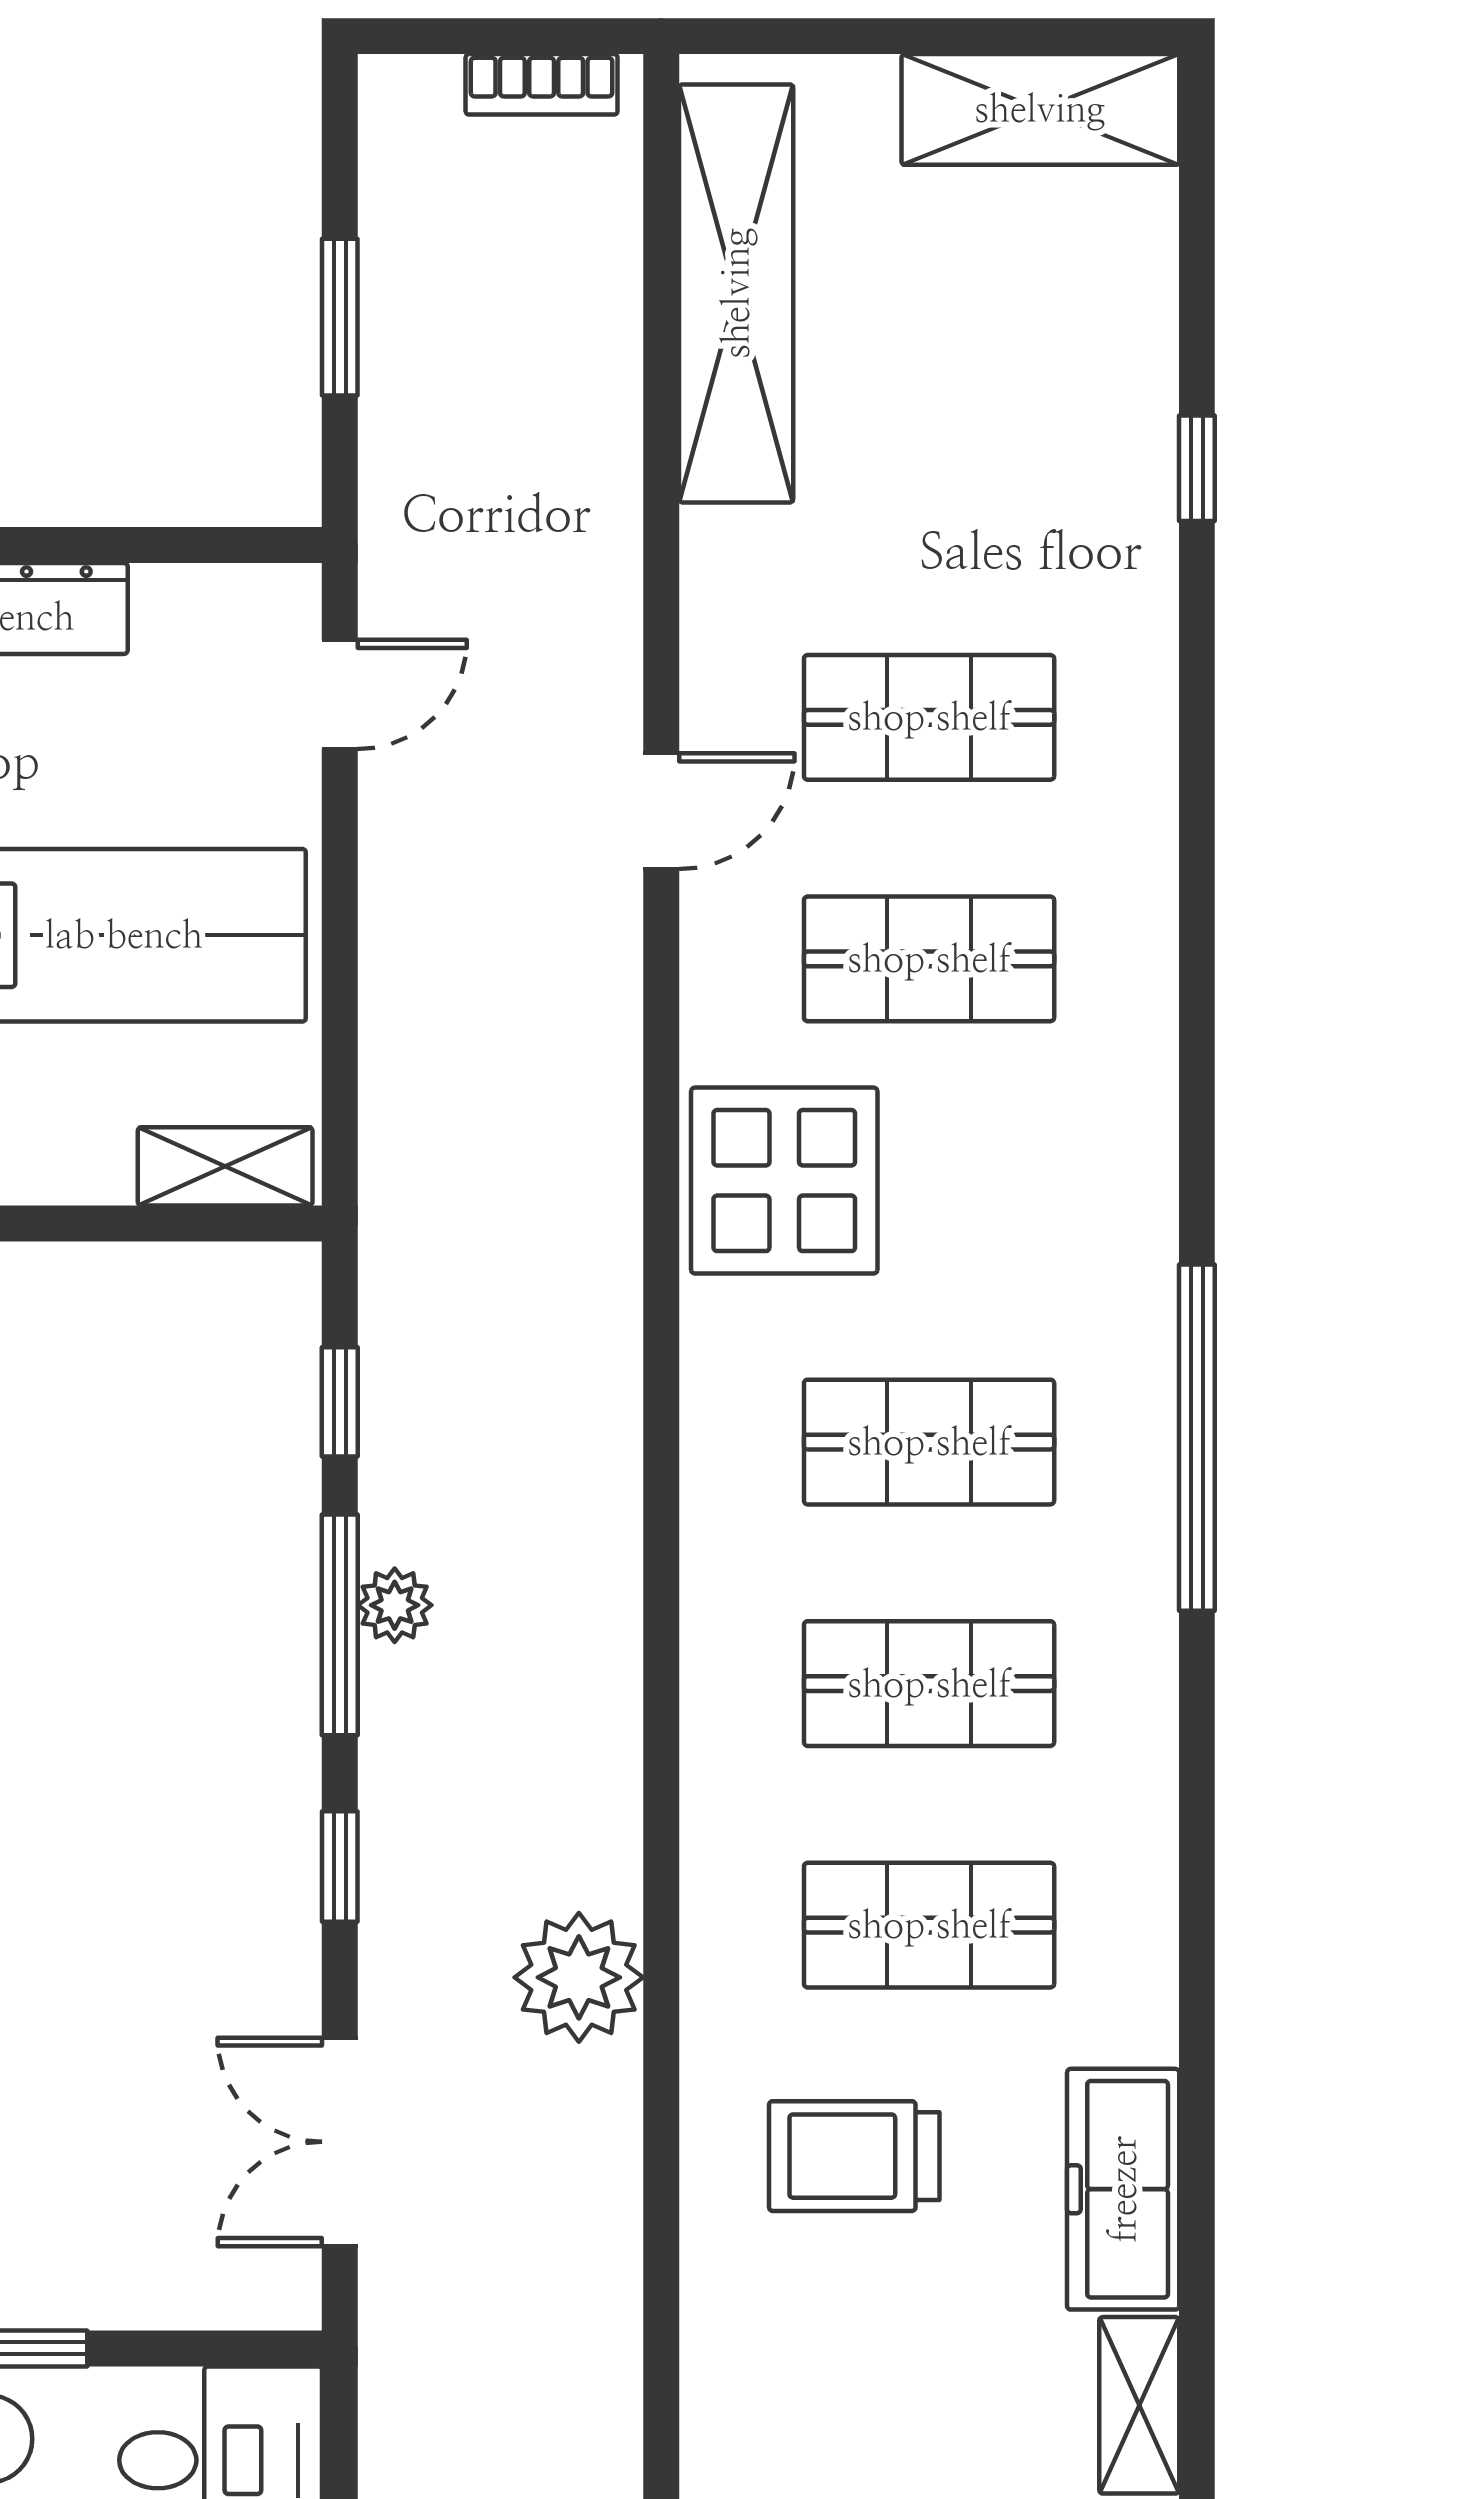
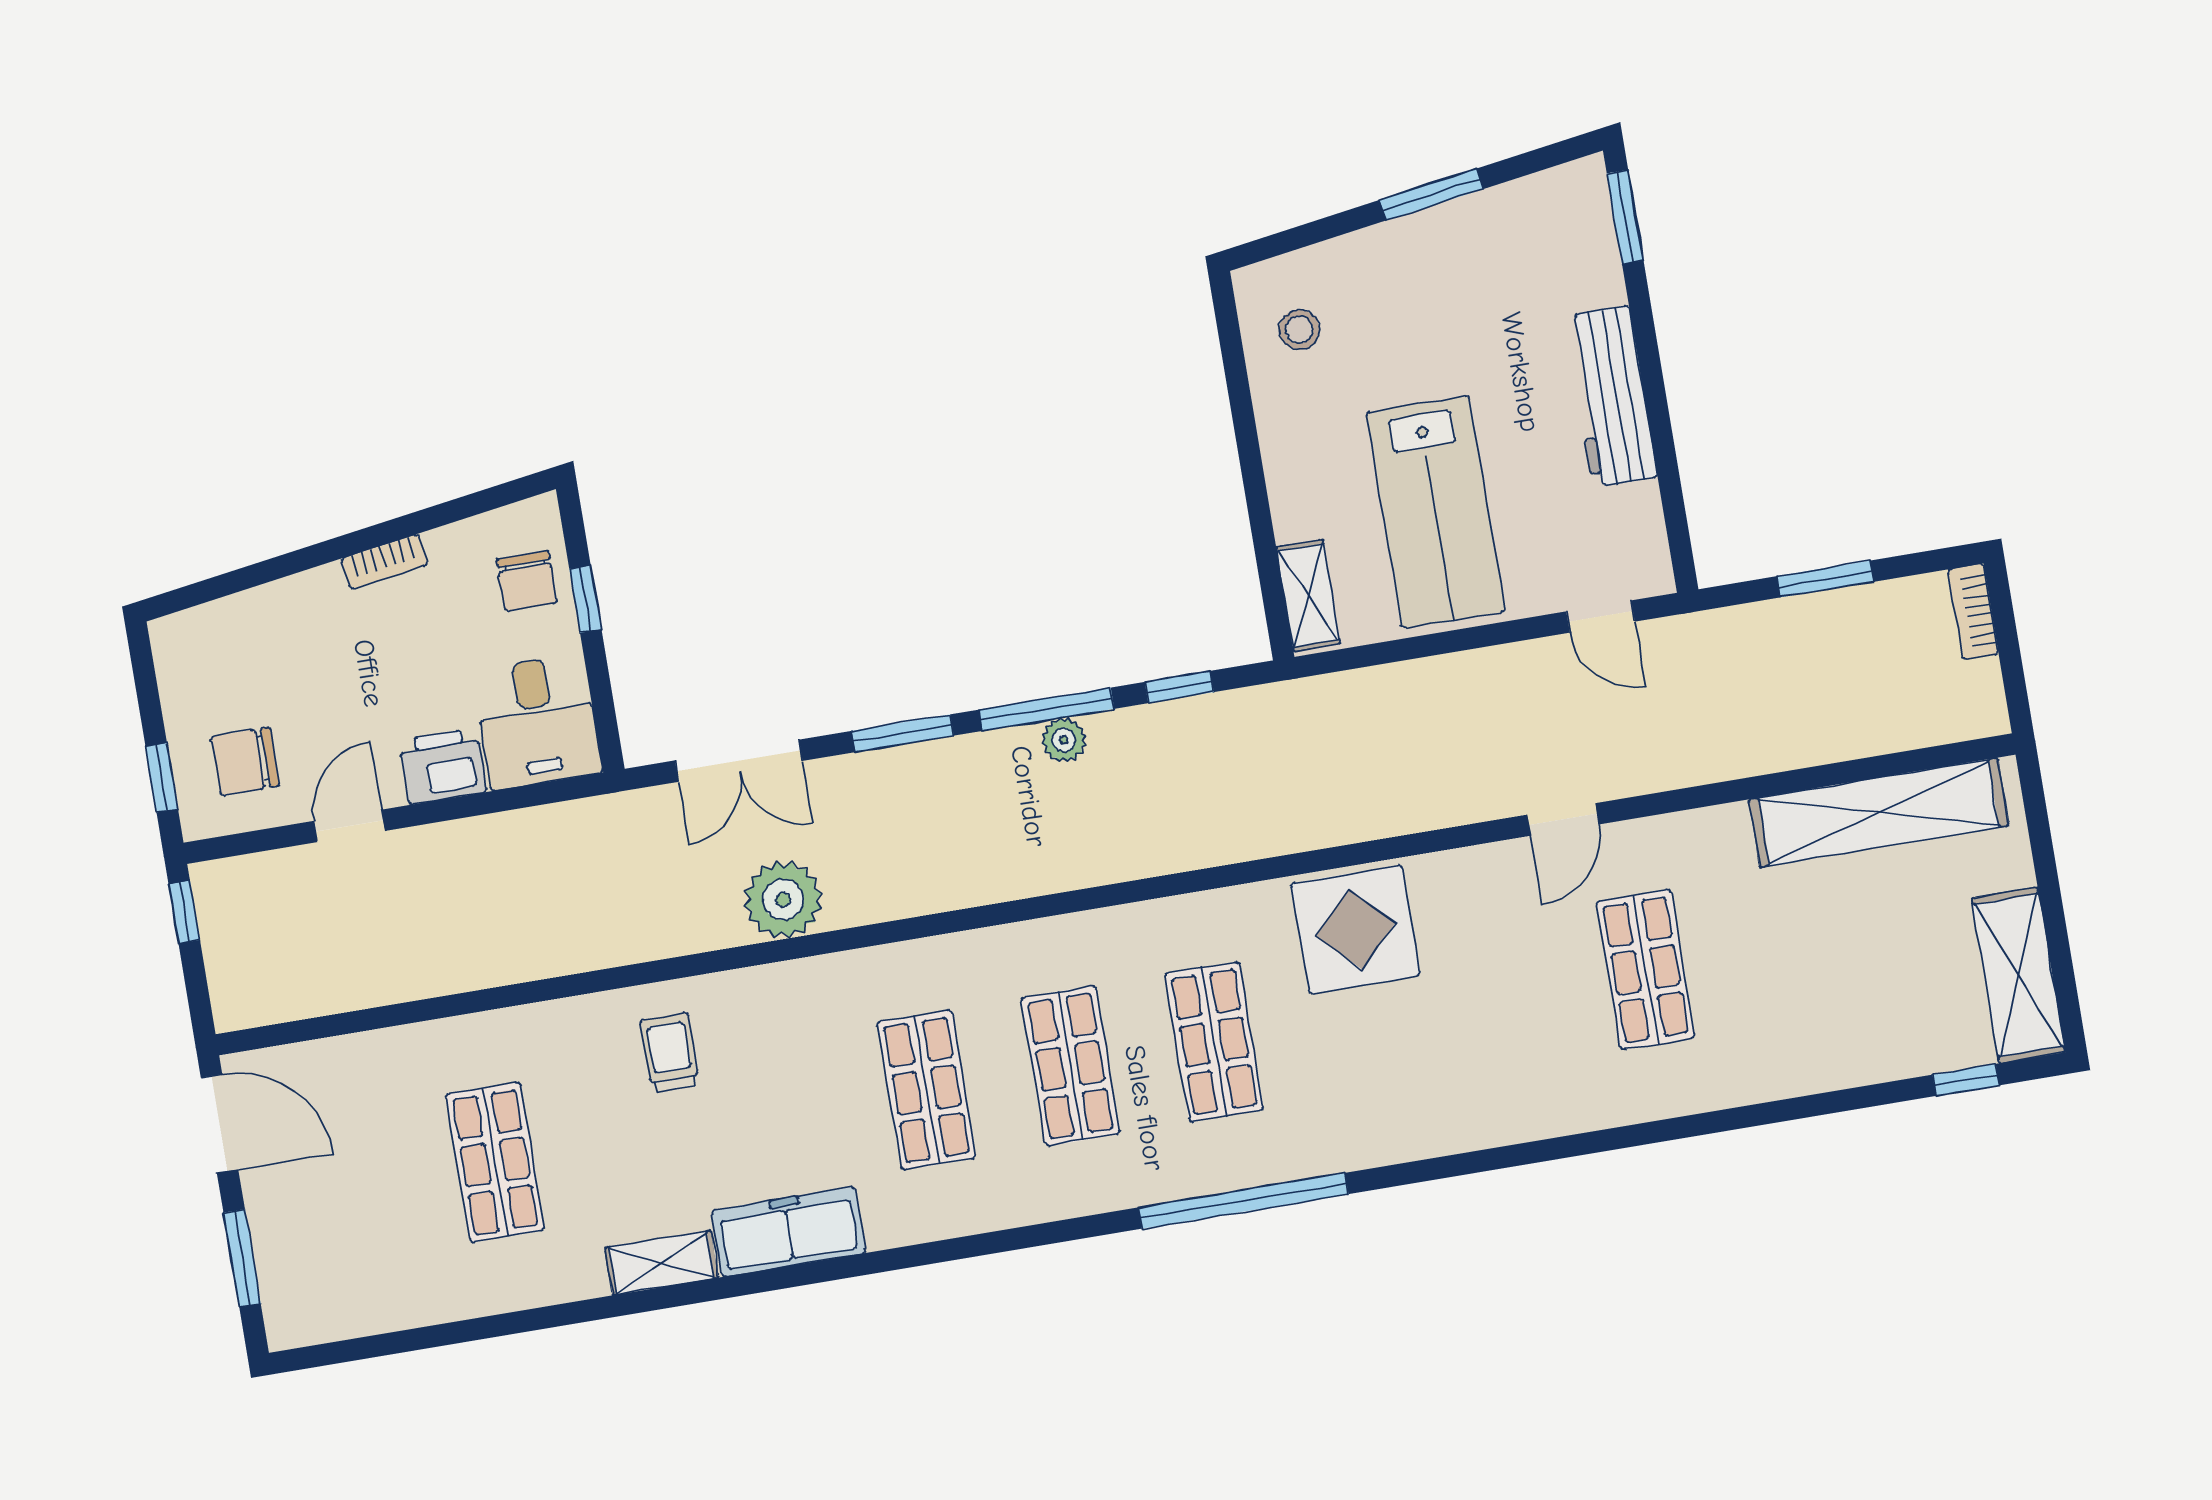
bookcase: (542, 84) -> (1973, 612), moved
window: (1197, 468) -> (1966, 1080), moved
door: (661, 811) -> (1563, 819), hinge flipped
shop shelf: (929, 959) -> (1502, 994), removed
window: (340, 1867) -> (903, 733), width x1.50
plant: (579, 1977) -> (783, 900), moved
double door: (340, 2142) -> (739, 761), swing flipped
trolley: (854, 2156) -> (670, 1053), moved, width x0.73, depth x0.72

